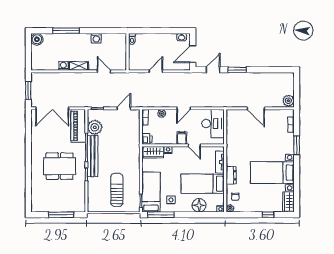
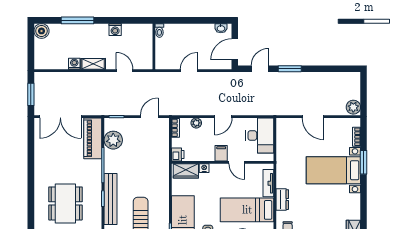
bench: (93, 156) -> (111, 199), moved
dining table: (59, 166) -> (65, 203), moved, turned 90
bed with nightstands: (272, 173) -> (333, 170), moved

